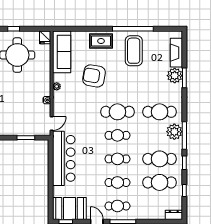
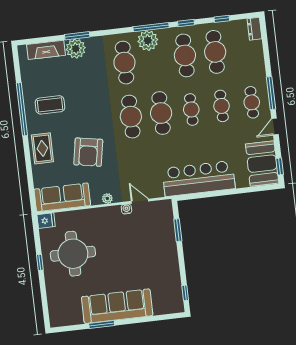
coffee table: (134, 51) -> (50, 105), width x0.73, depth x0.76
door: (52, 124) -> (140, 201), moved
cafe table: (117, 135) -> (161, 113), width x1.37, depth x1.35

